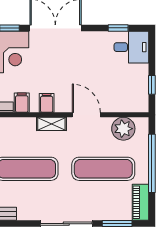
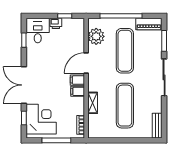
printer: (141, 72) -> (56, 23), added
filing cabinet: (22, 103) -> (77, 80), moved
shelving: (51, 124) -> (93, 103), moved

